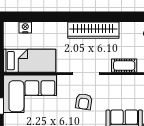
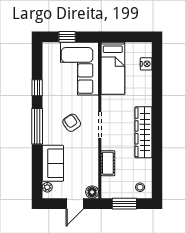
armchair: (84, 102) -> (72, 123), turned 48

